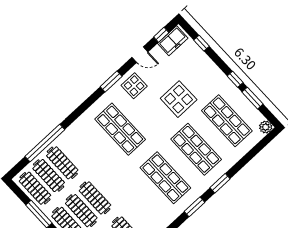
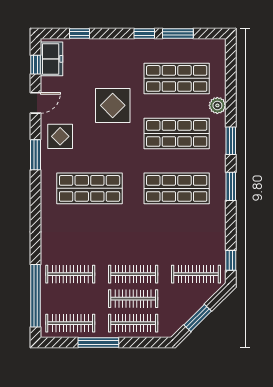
plant: (266, 127) -> (217, 105), moved
window: (45, 143) -> (35, 296), moved
clothes rail: (49, 176) -> (70, 299), removed

